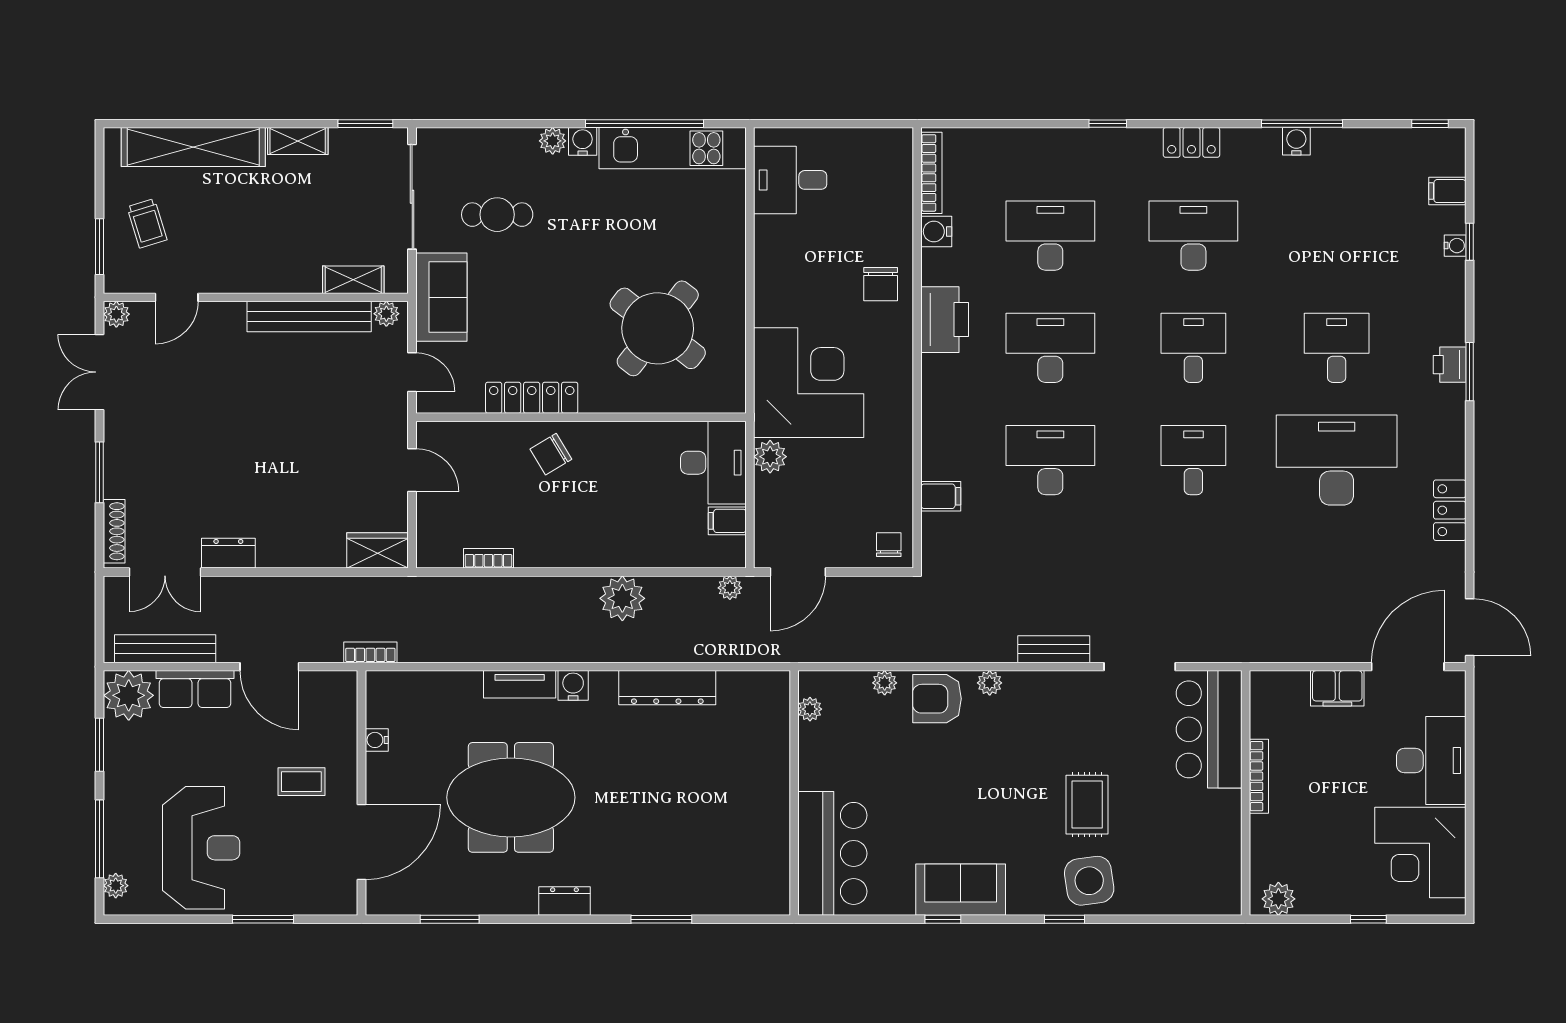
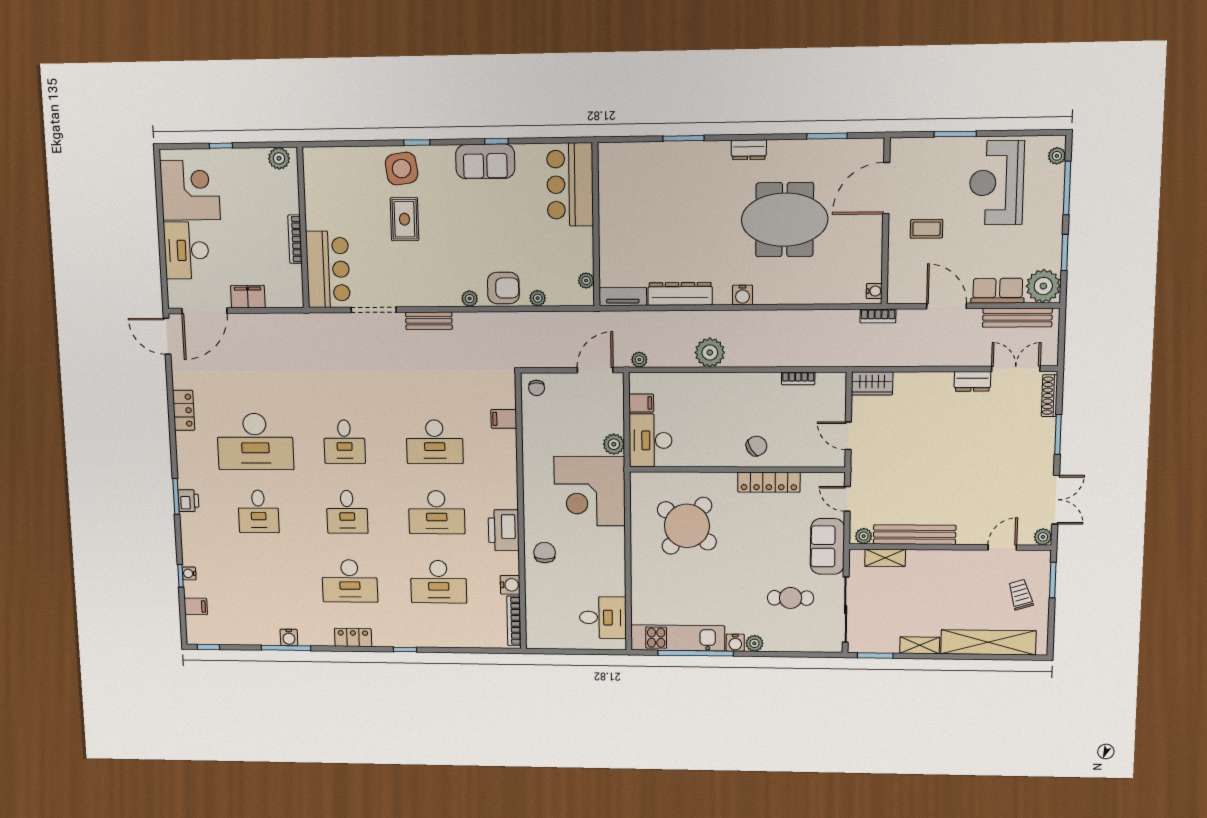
tv unit: (520, 684) -> (623, 297), moved
water cooler: (377, 740) -> (874, 291), moved

